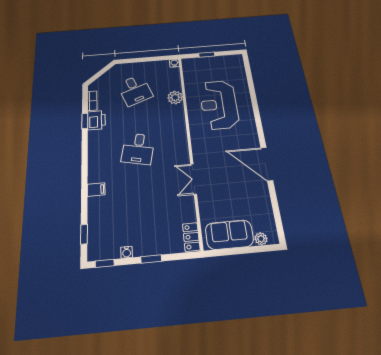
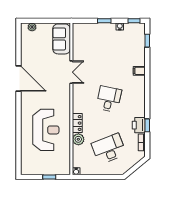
desk: (135, 90) -> (109, 149), width x1.37
sofa: (229, 235) -> (62, 39), moved, turned 90
locker: (191, 237) -> (77, 123), moved

